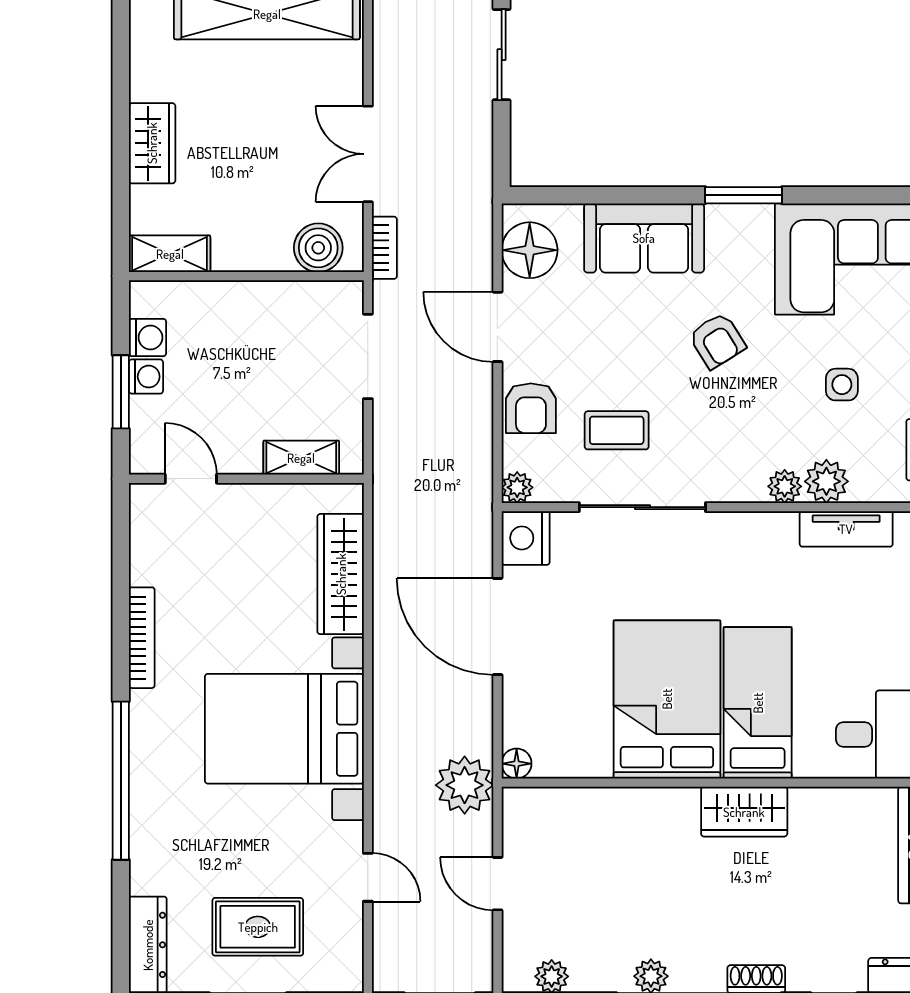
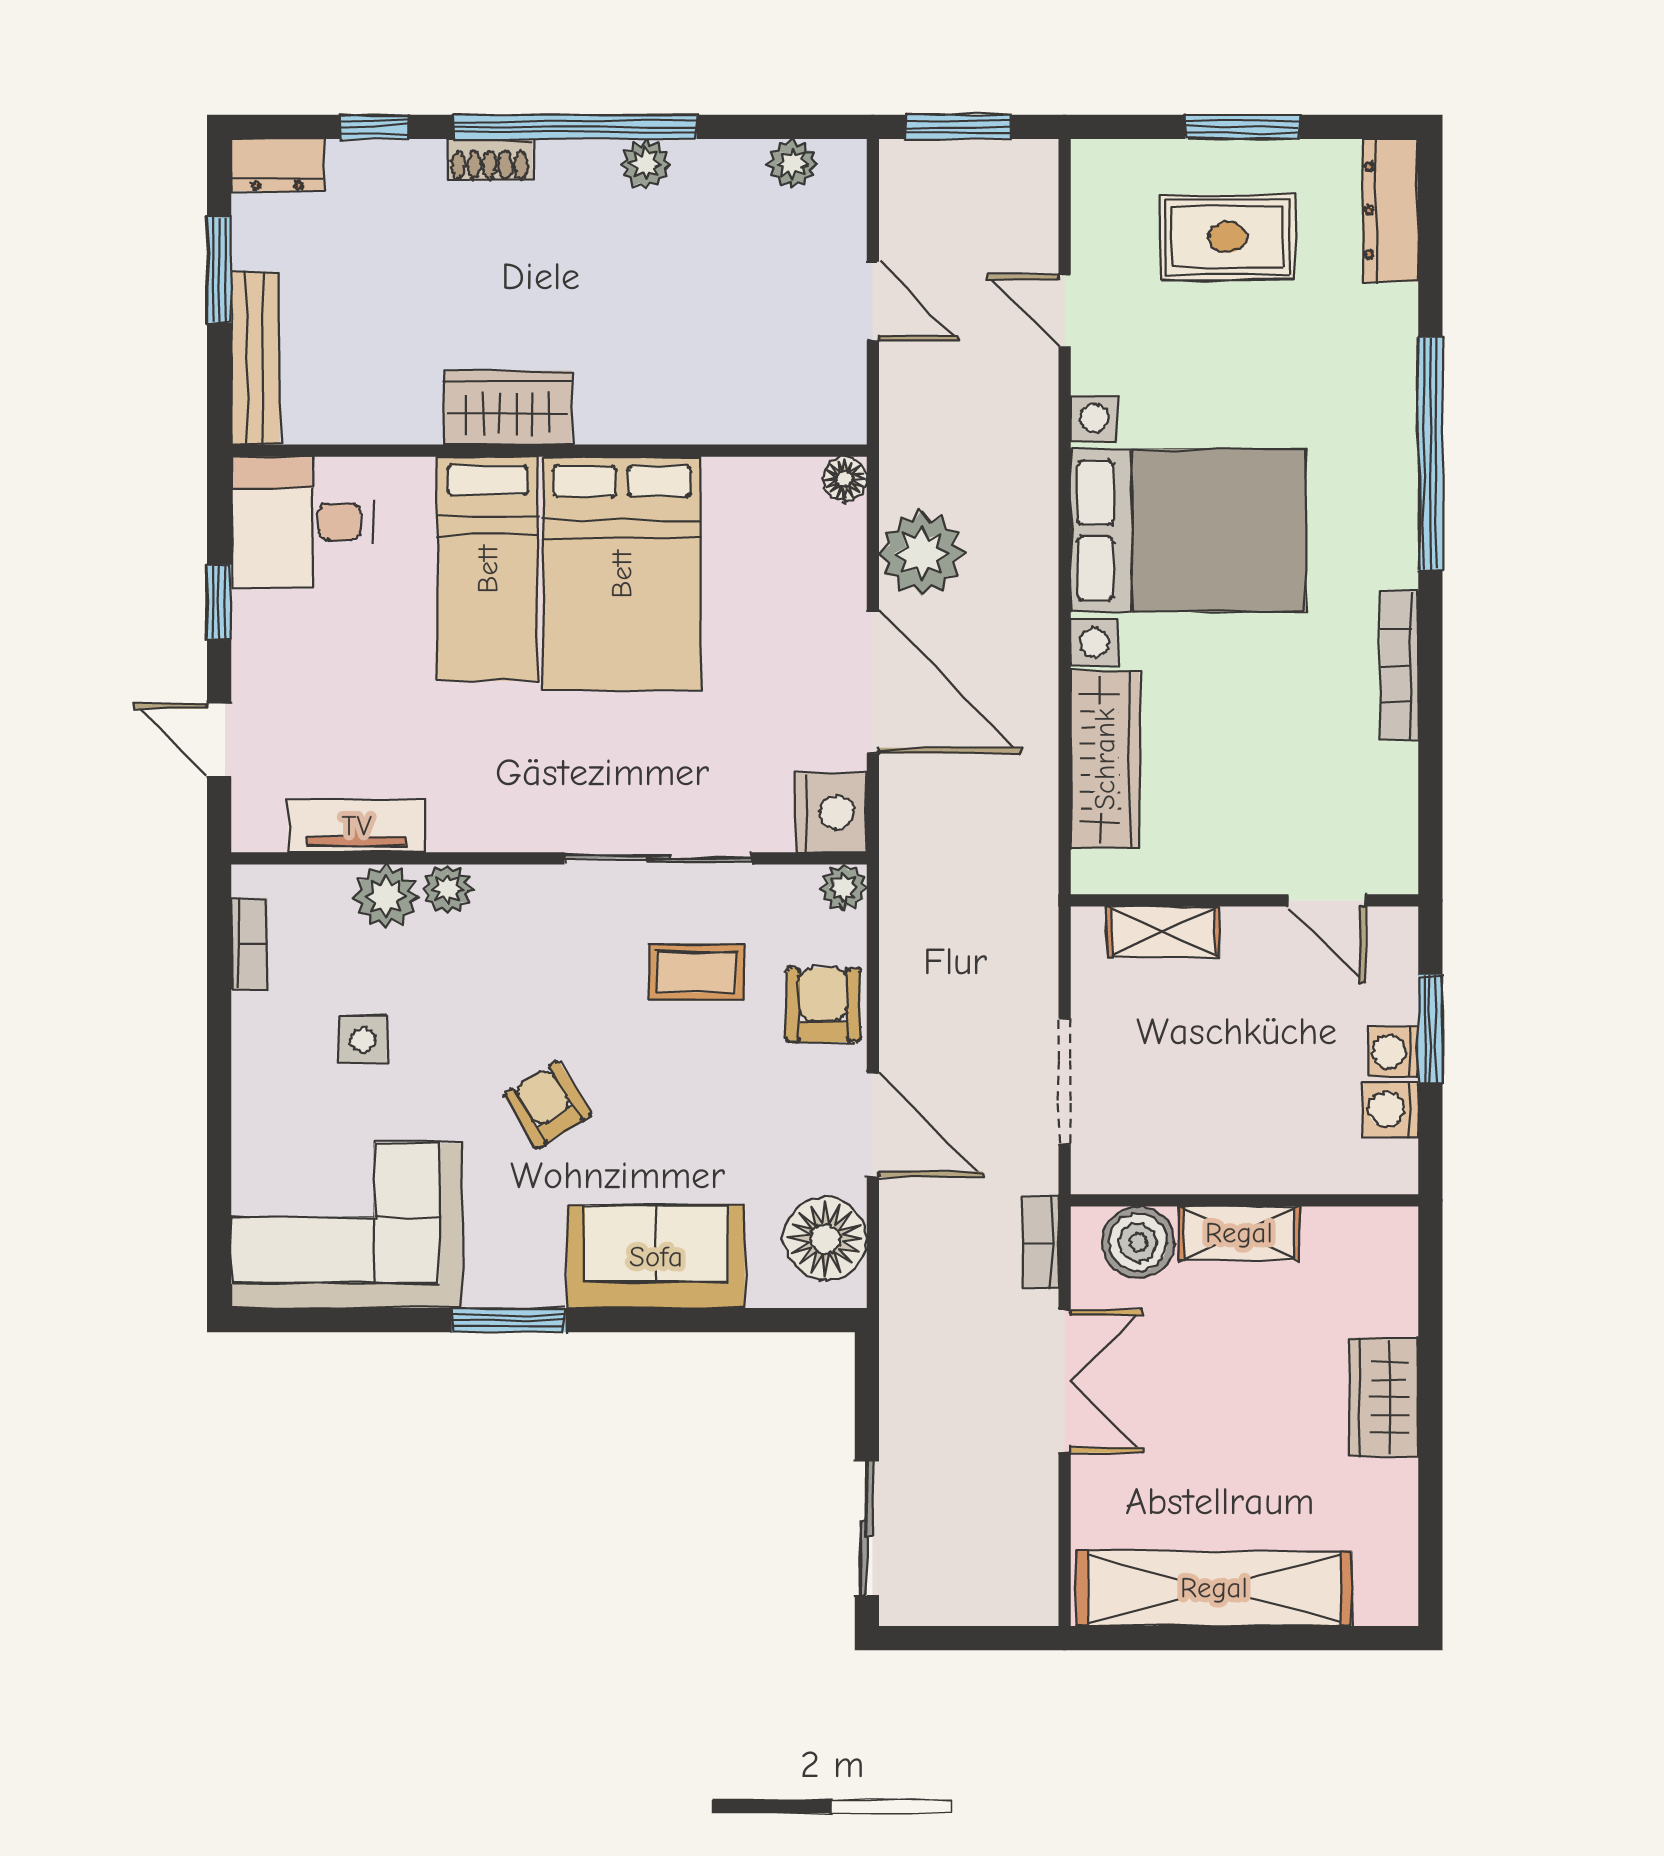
shelving: (170, 254) -> (1239, 1233), moved
plant: (465, 785) -> (922, 553), moved

